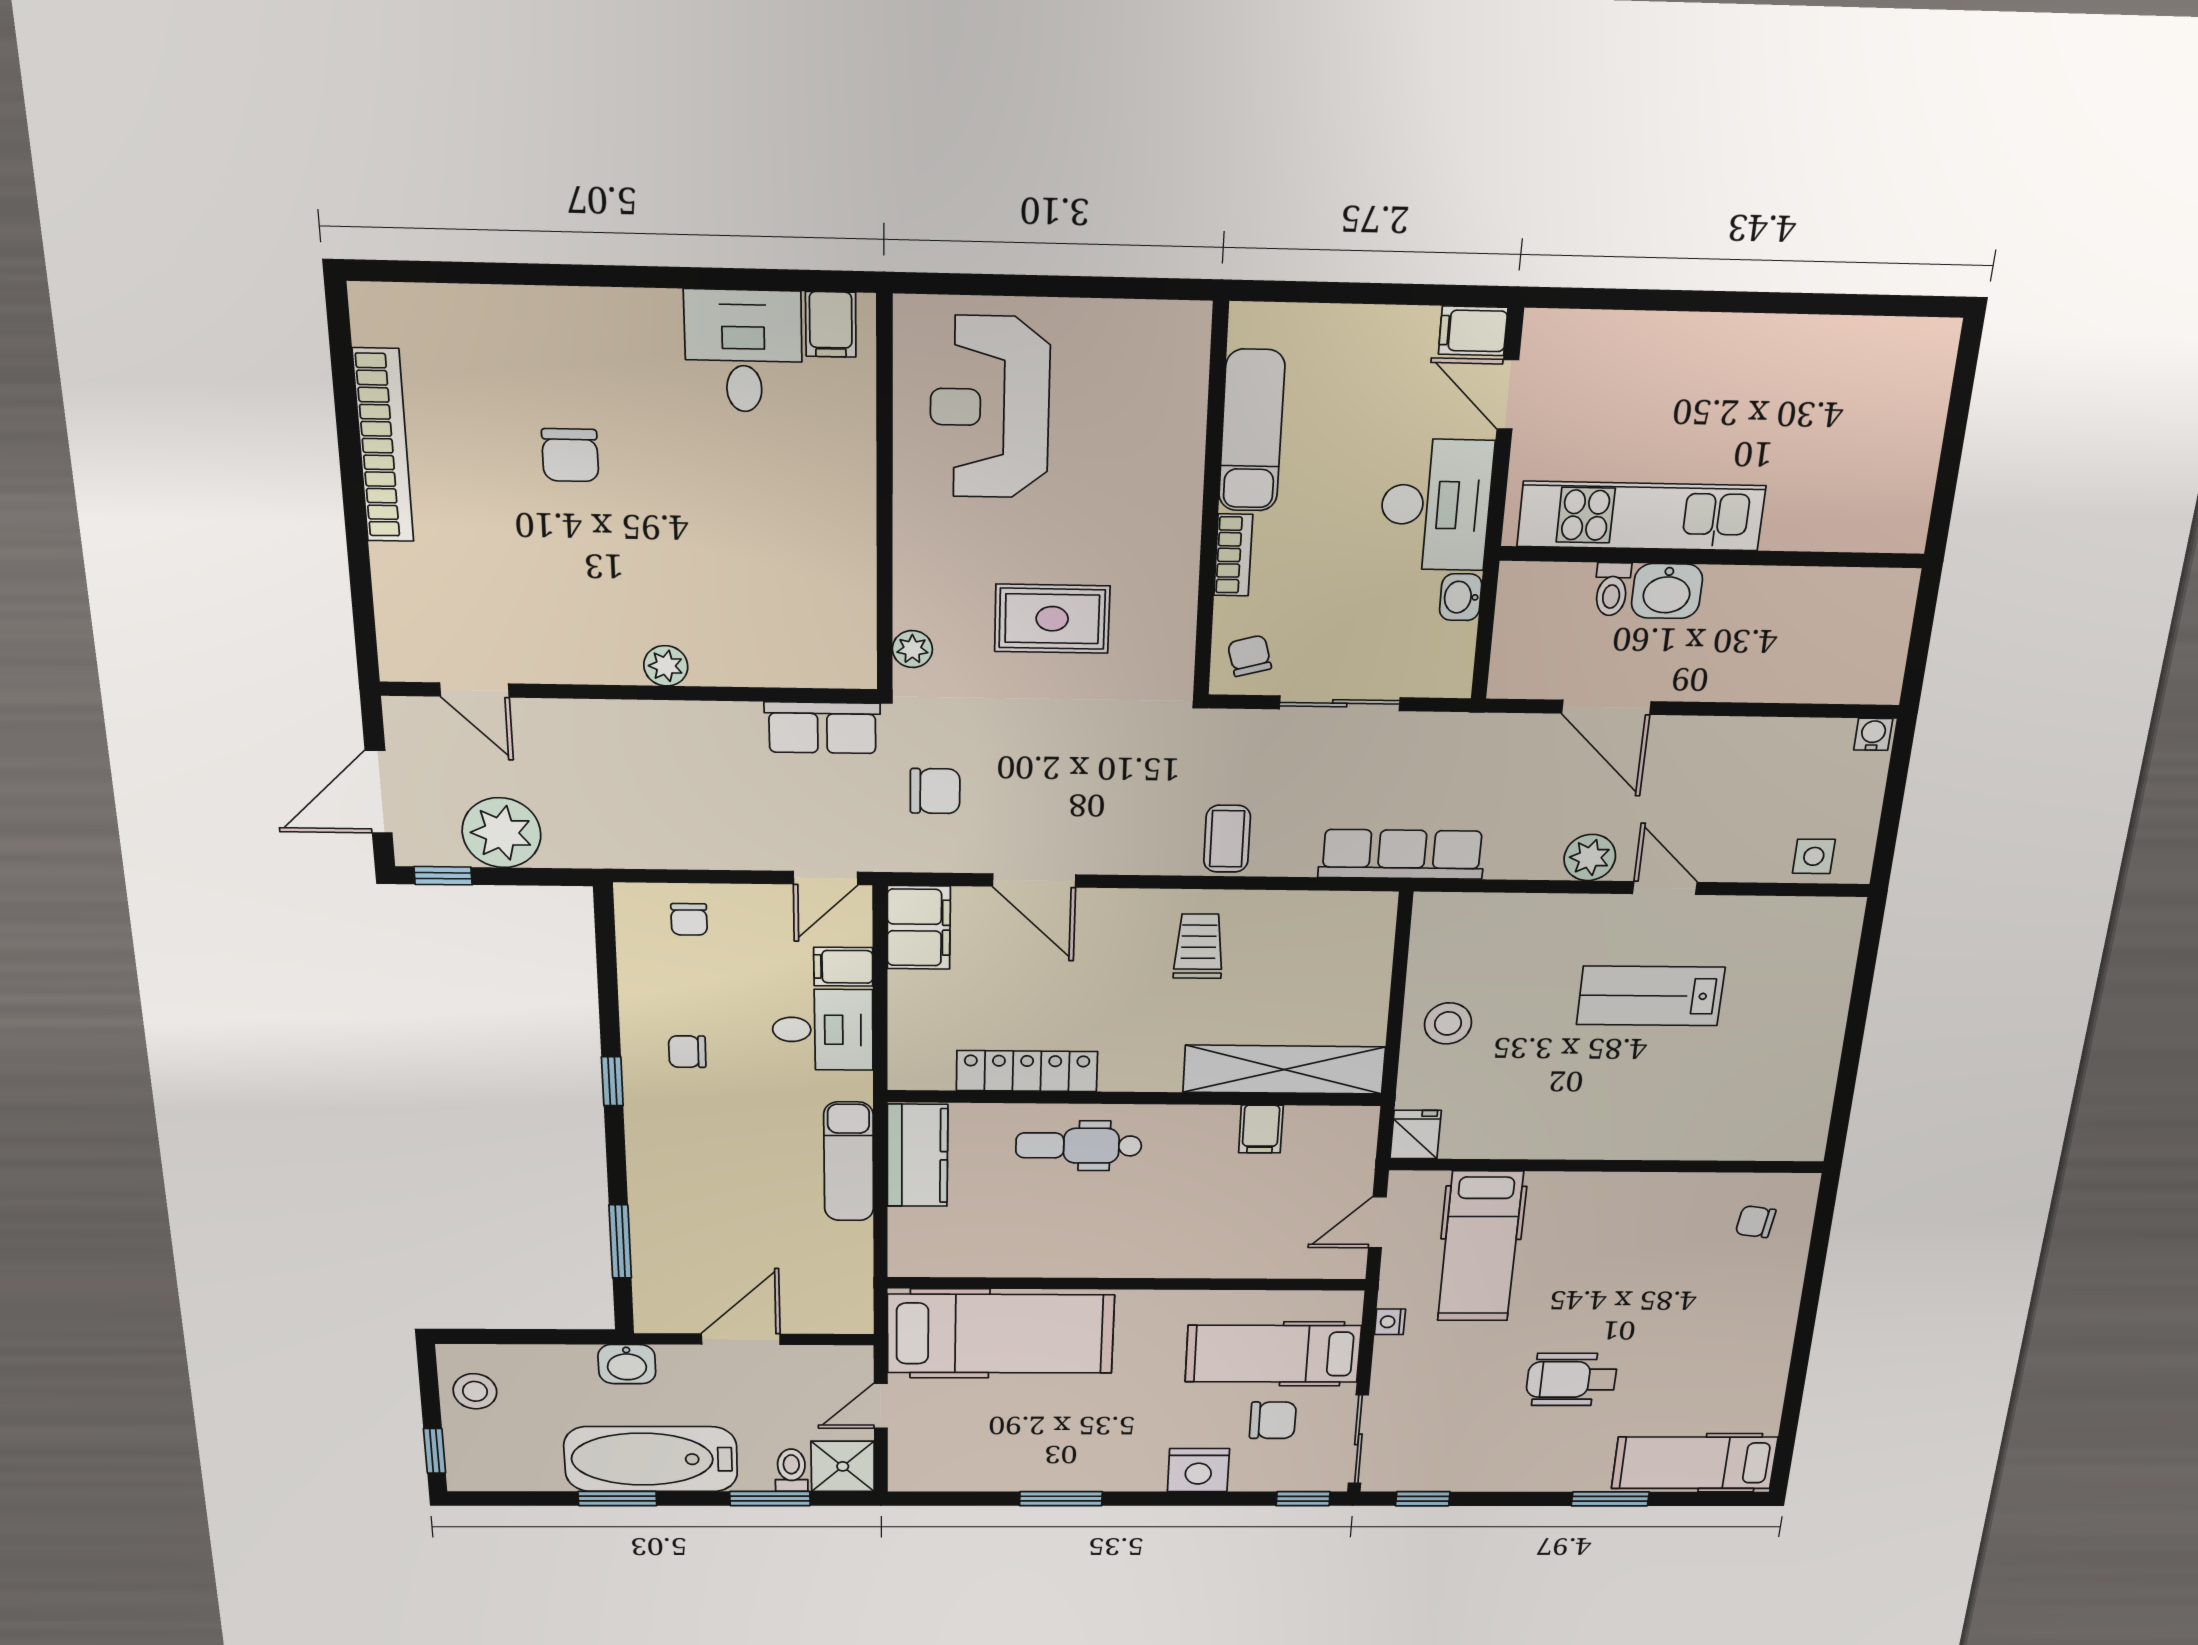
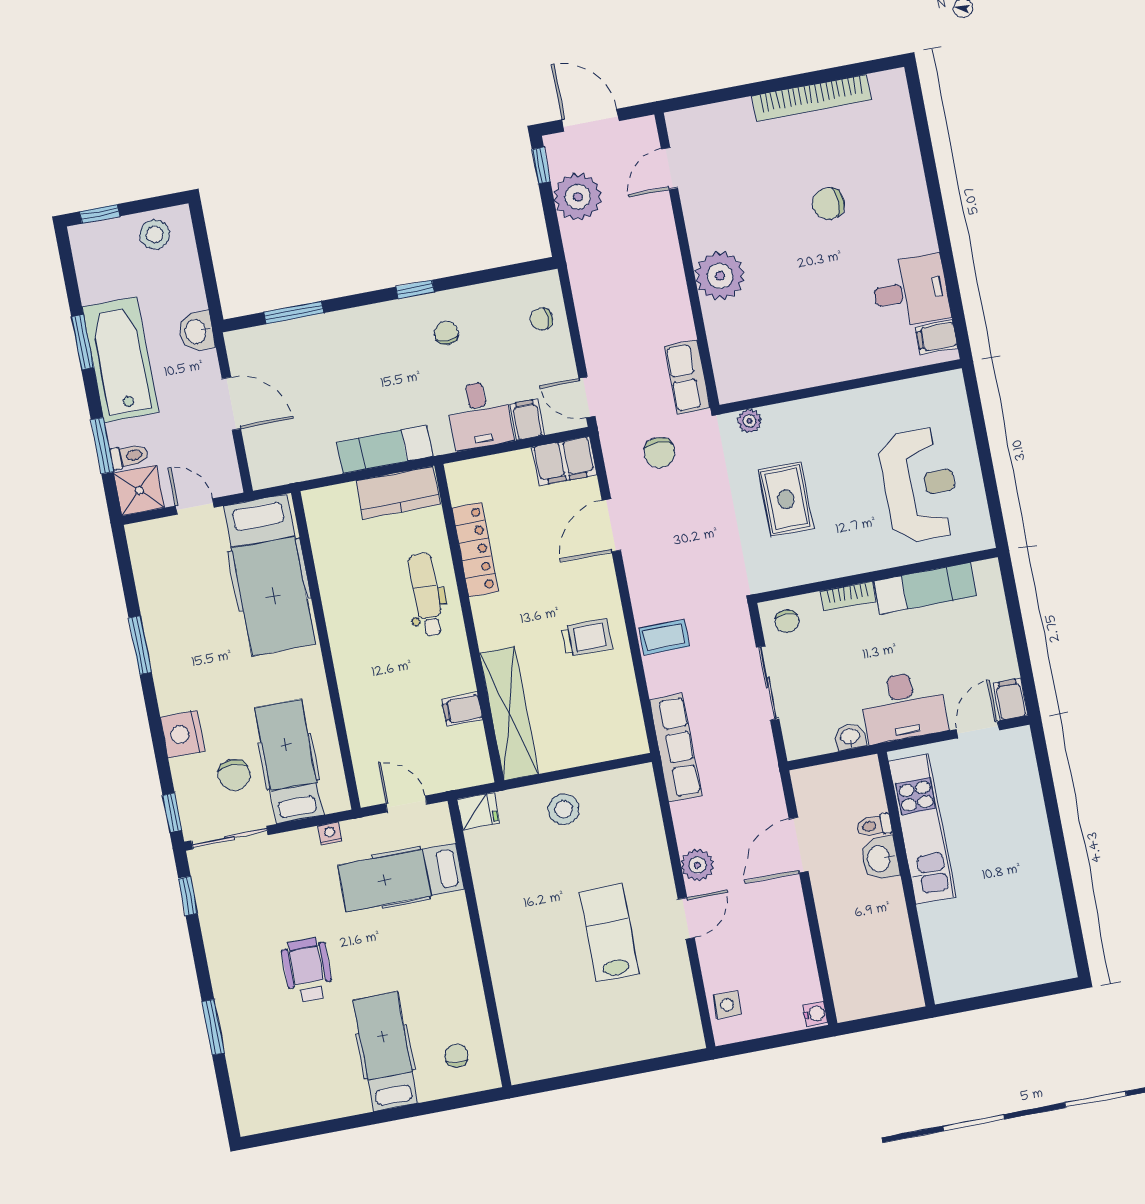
reception desk: (990, 407) -> (920, 485), moved, turned 90
chair: (1250, 656) -> (787, 621), turned 105
plant: (666, 666) -> (720, 276), width x1.87, depth x1.87
hospital bed: (1694, 1463) -> (385, 1052), moved

